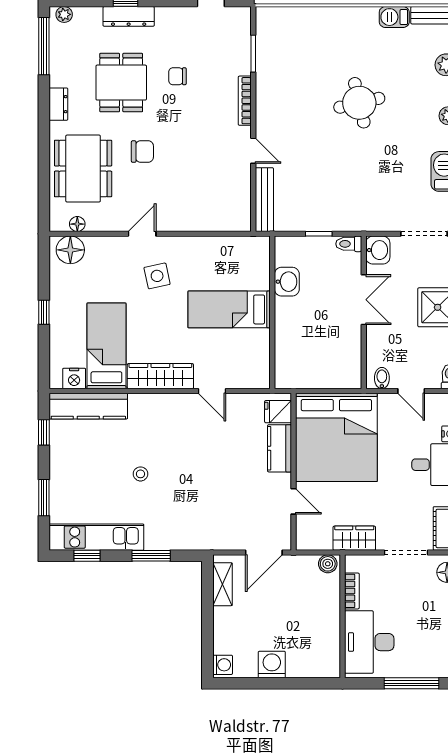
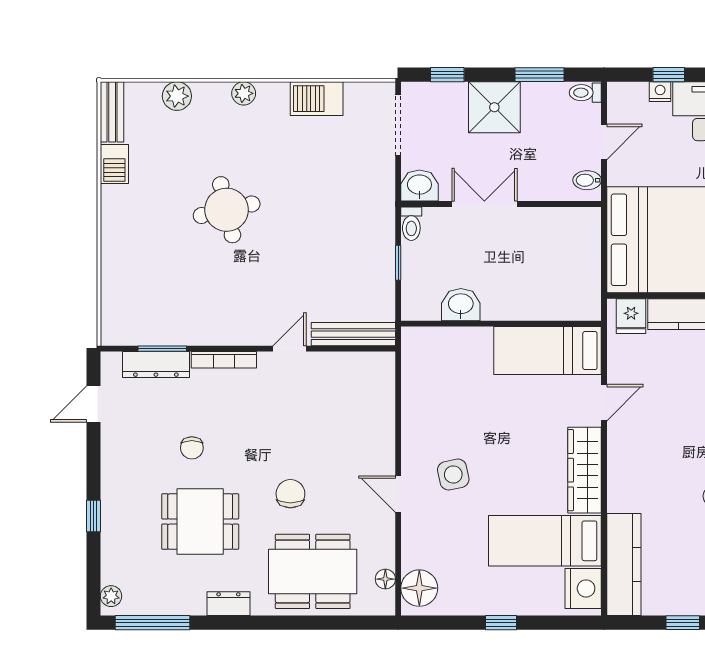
dresser: (129, 16) -> (156, 364), moved, turned 90
bed: (229, 309) -> (548, 351), moved, turned 90
nightstand: (74, 378) -> (583, 588), width x1.36, depth x1.33
window: (44, 432) -> (683, 623), moved

